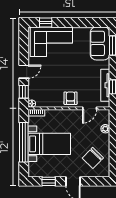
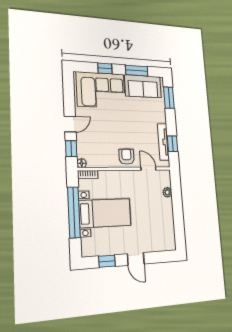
window: (46, 23) -> (105, 68), moved
window: (85, 23) -> (137, 71), added
sofa: (100, 43) -> (143, 86), moved, turned -90
door: (90, 108) -> (148, 169), swing flipped
chair: (93, 158) -> (156, 228), removed

